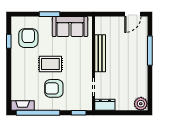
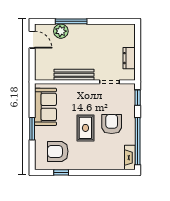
armchair: (54, 88) -> (112, 124), turned 180
plant: (141, 104) -> (61, 31), moved
dresser: (105, 105) -> (129, 58), moved

